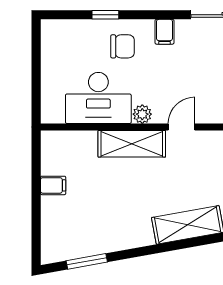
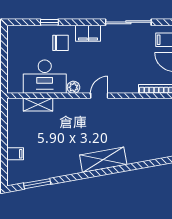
filing cabinet: (164, 32) -> (88, 33), width x2.00
shelving: (132, 144) -> (38, 104), moved, width x0.67, depth x0.75
filing cabinet: (53, 185) -> (15, 154), moved

